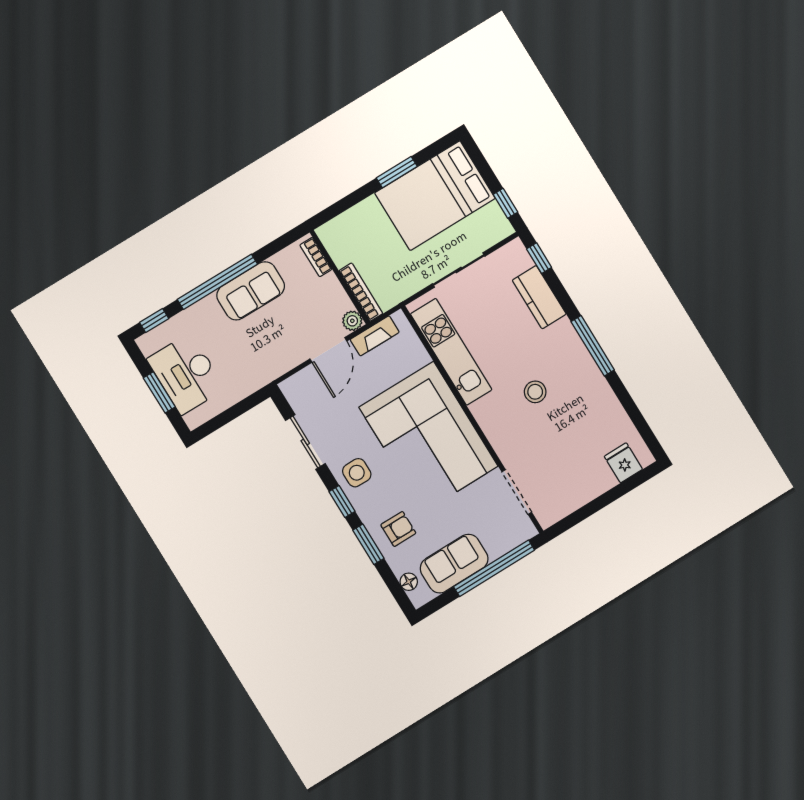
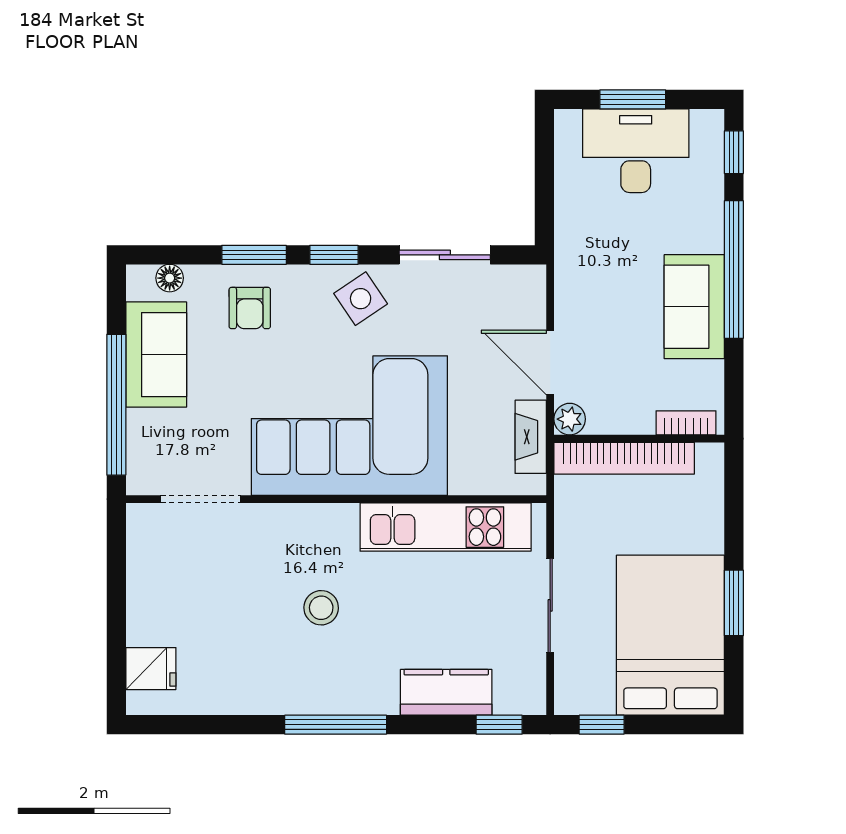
bookcase: (361, 292) -> (624, 458), width x1.48, depth x1.31
side table: (357, 473) -> (361, 299), turned -34

